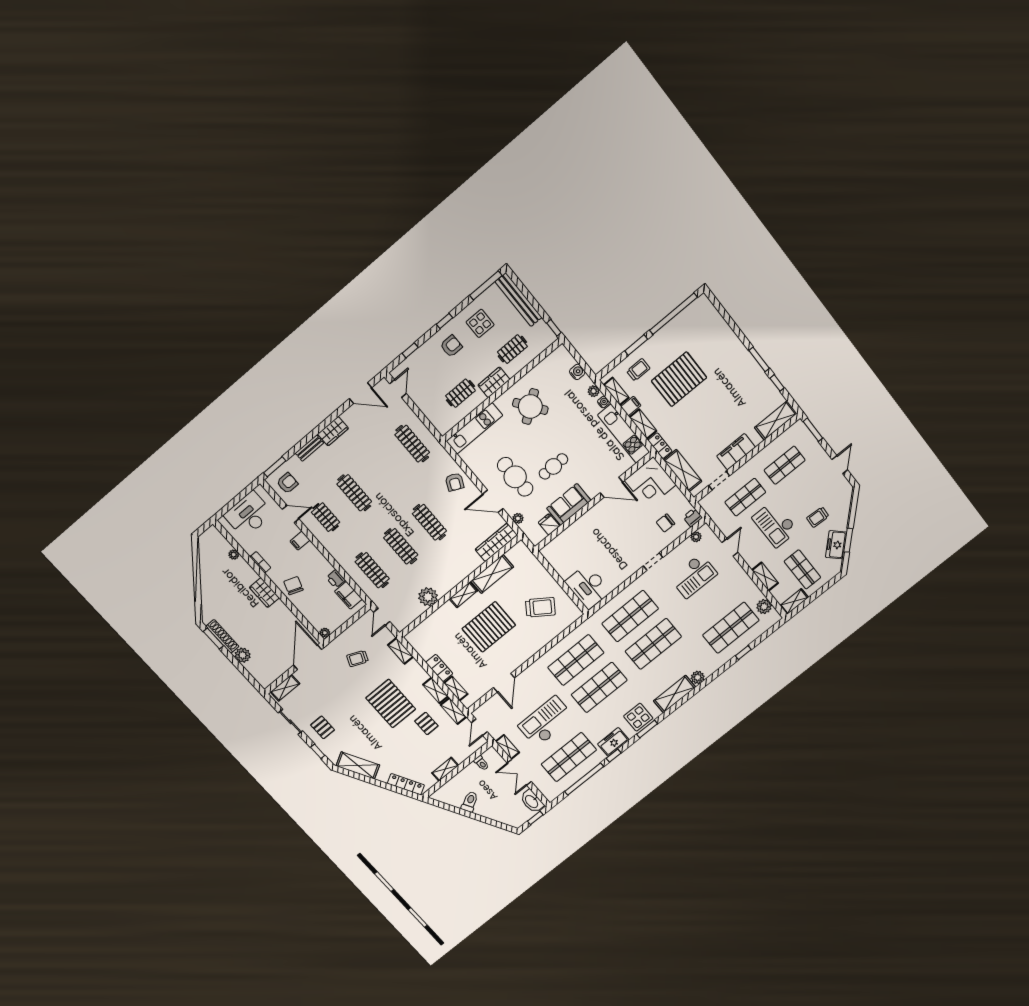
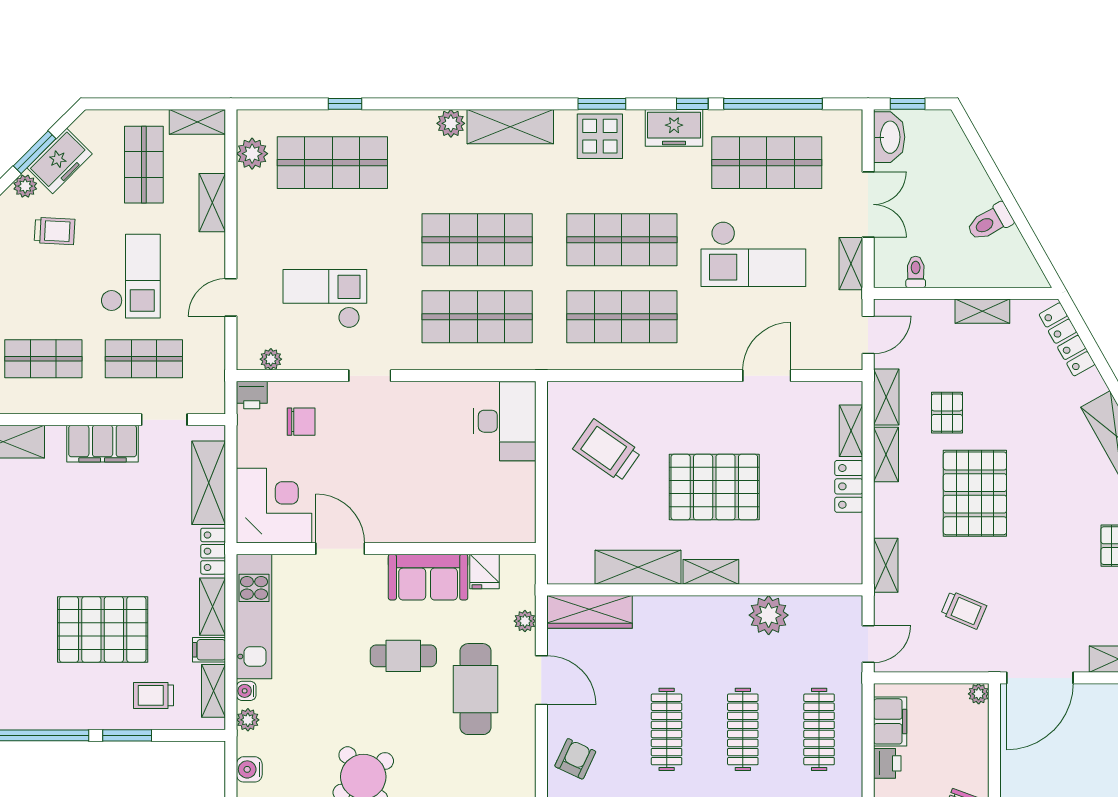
plant: (842, 525) -> (25, 186), added

